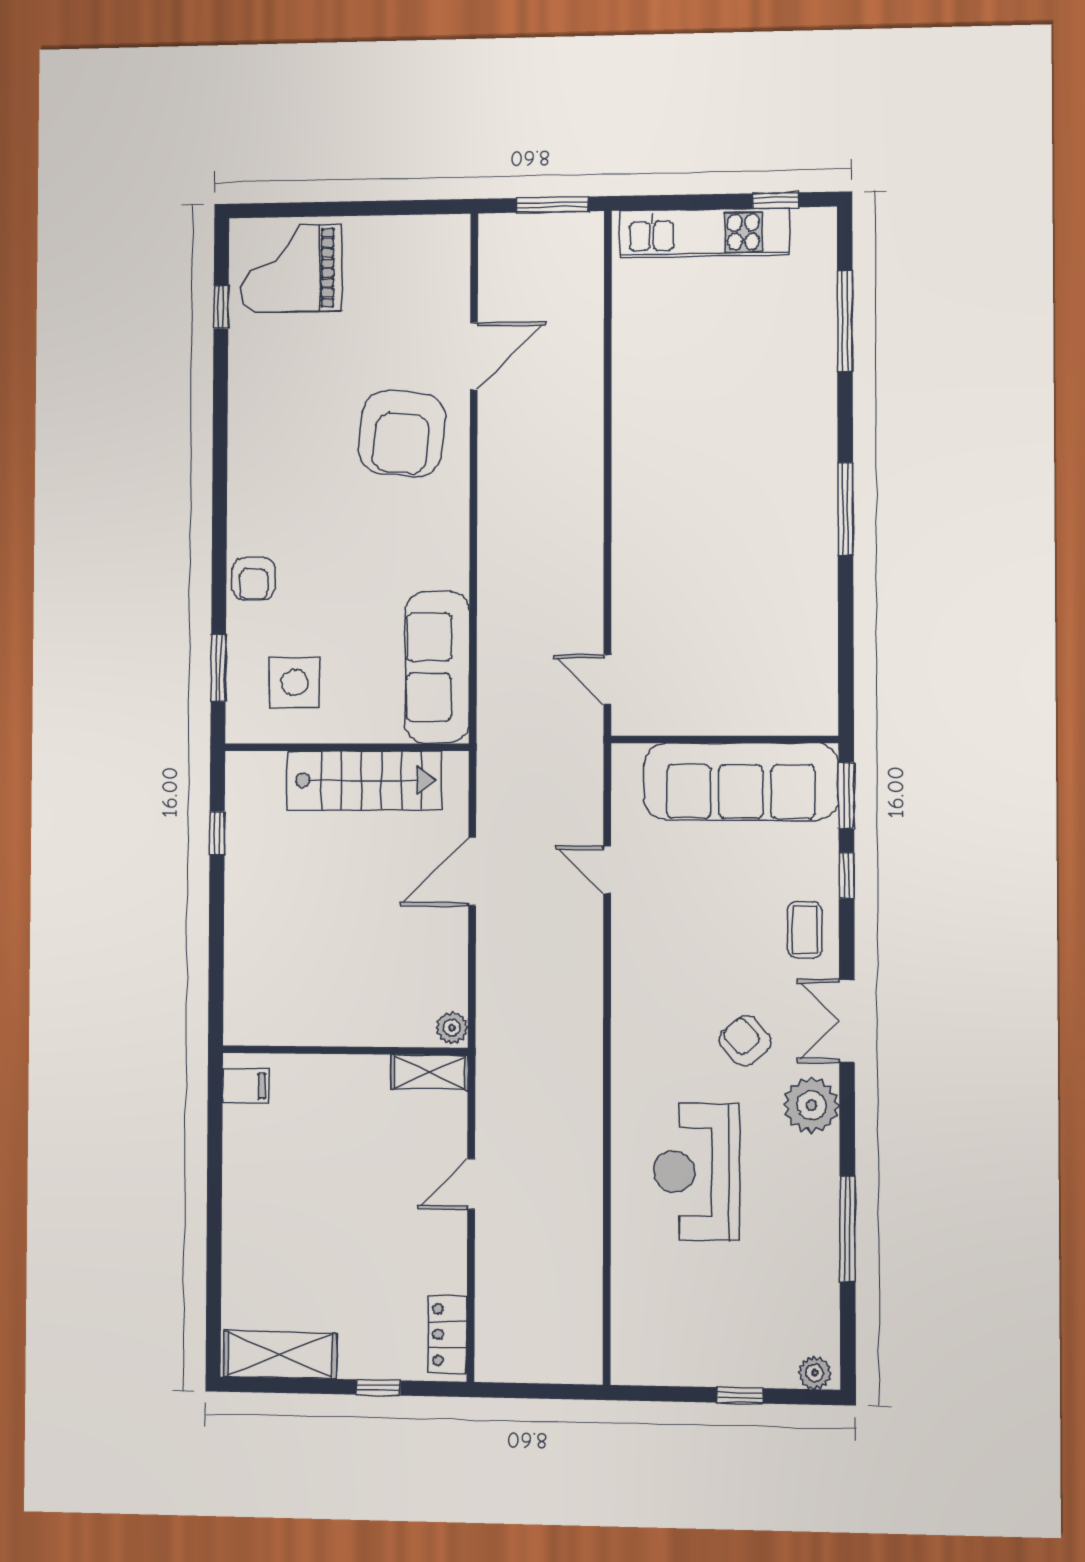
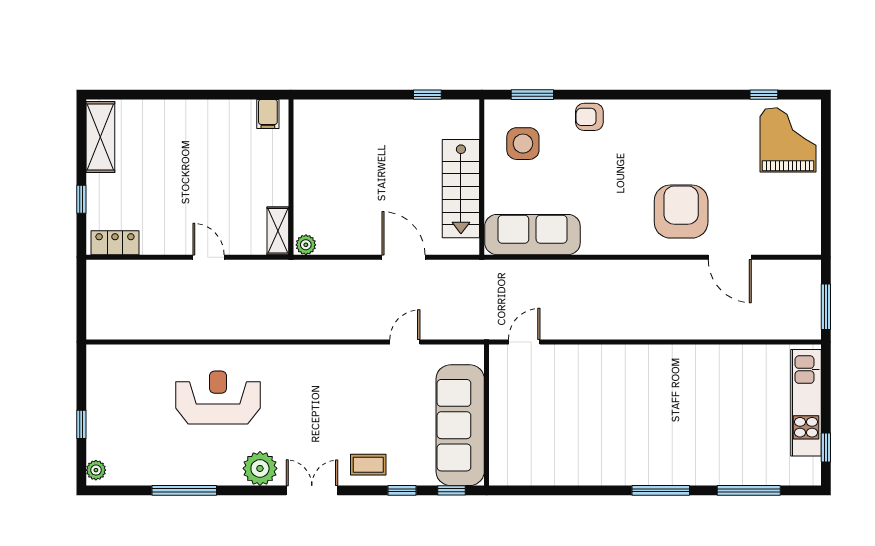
armchair: (402, 433) -> (681, 212), turned 84
window: (845, 509) -> (661, 490), moved
window: (846, 796) -> (452, 490), width x0.67
armchair: (745, 1040) -> (300, 428), removed

